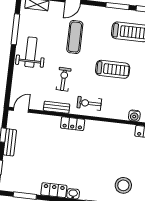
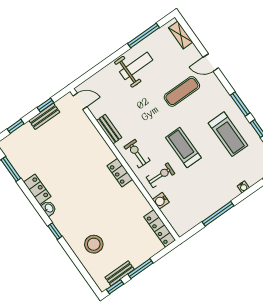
treadmill: (113, 69) -> (183, 148), turned 180
exercise bike: (64, 79) -> (160, 175), moved
locker: (73, 124) -> (120, 173), moved

